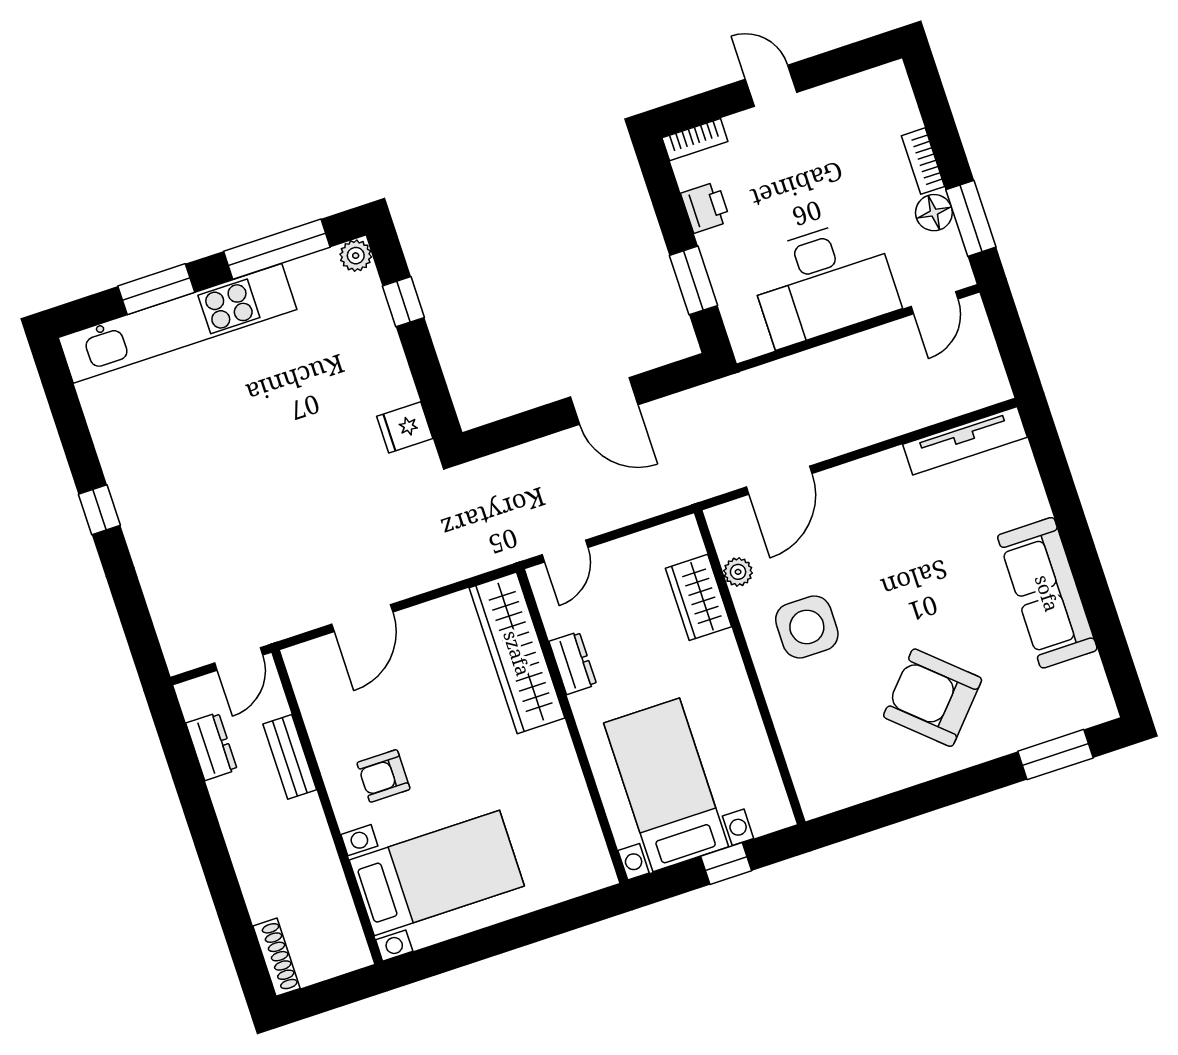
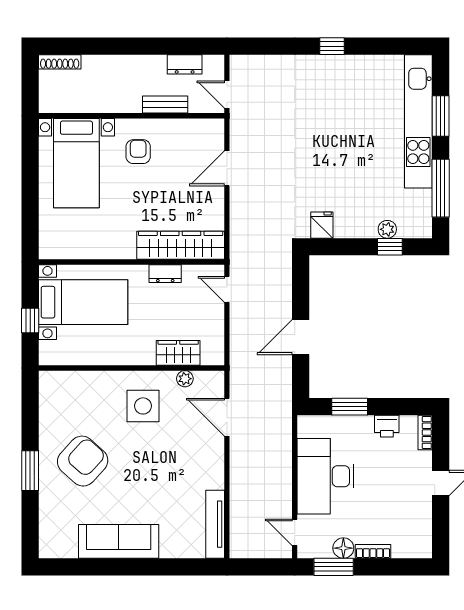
plant: (356, 256) -> (387, 229), moved
door: (362, 618) -> (227, 168), hinge flipped
window: (1055, 755) -> (30, 471), moved

